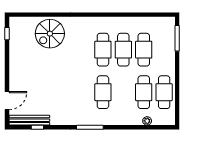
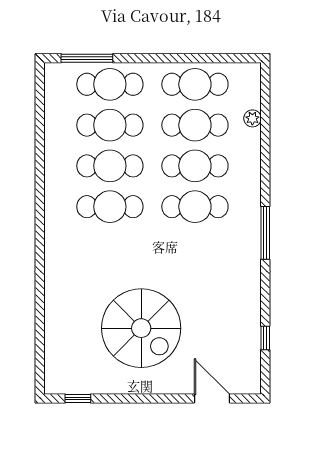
spiral stairs: (50, 34) -> (141, 328), moved, width x1.37, depth x1.37
cafe table: (164, 50) -> (110, 84), added
cafe table: (123, 92) -> (195, 166), added
bench: (29, 120) -> (251, 354), removed

